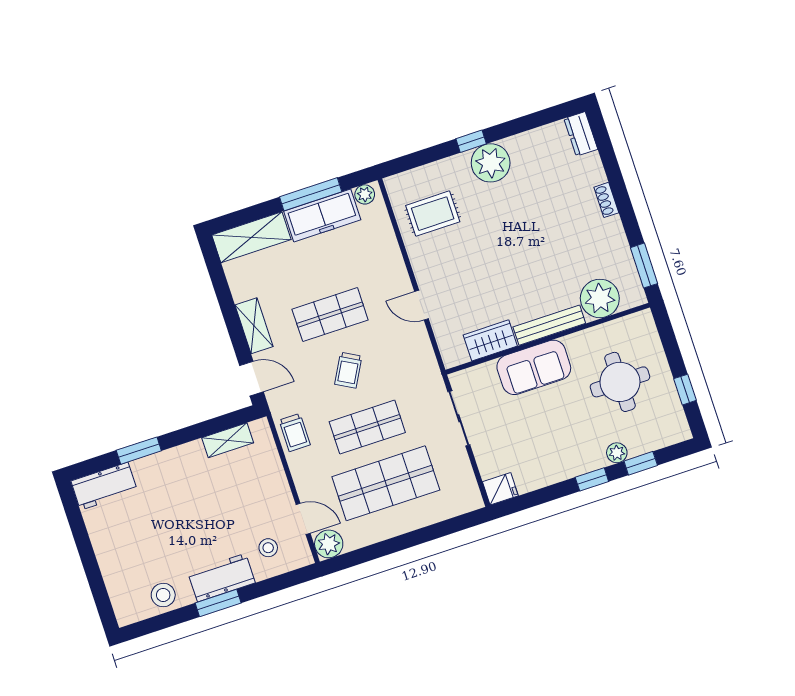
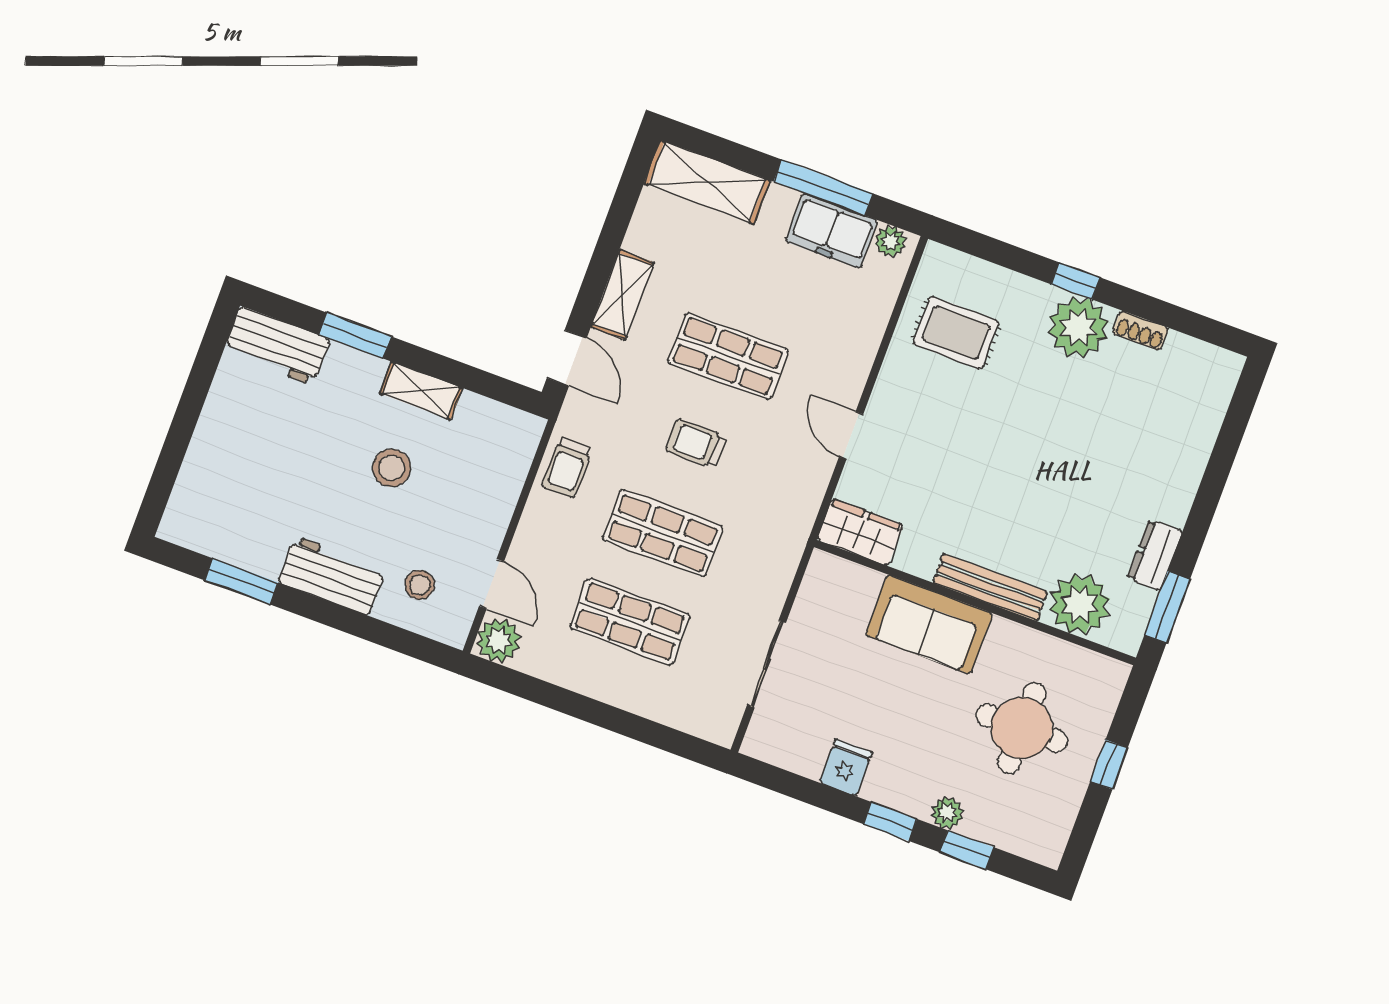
dresser: (581, 134) -> (1155, 555), moved
shoe rack: (606, 200) -> (1140, 331), moved, turned -90
freezer: (322, 215) -> (832, 231), width x0.71
wardrobe: (490, 340) -> (860, 532), moved
trolley: (348, 370) -> (696, 444), turned 61
window: (685, 390) -> (1109, 764), moved
sliding door: (459, 418) -> (767, 664), moved
shelving: (228, 440) -> (421, 391), moved
shop shelf: (386, 483) -> (630, 622), width x0.70, depth x0.74
fridge: (500, 489) -> (846, 767), moved, turned -90
stool: (163, 595) -> (392, 468), moved
window: (218, 603) -> (241, 581), moved

